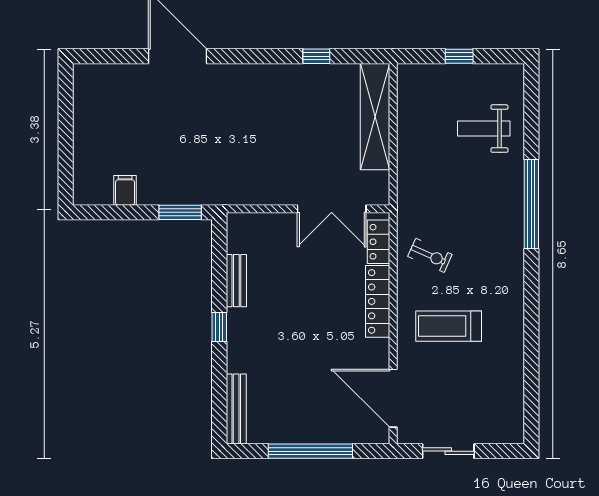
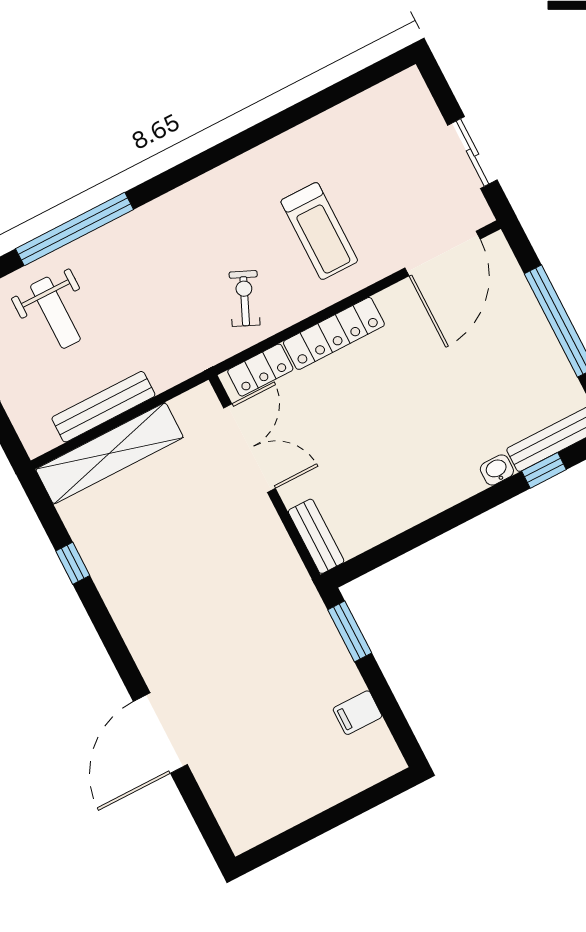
bench: (407, 128) -> (103, 407), added
window: (531, 204) -> (75, 229), moved
bench: (236, 281) -> (316, 536), moved, turned 90
window: (219, 327) -> (544, 470), moved
washbasin: (235, 361) -> (497, 470), added

